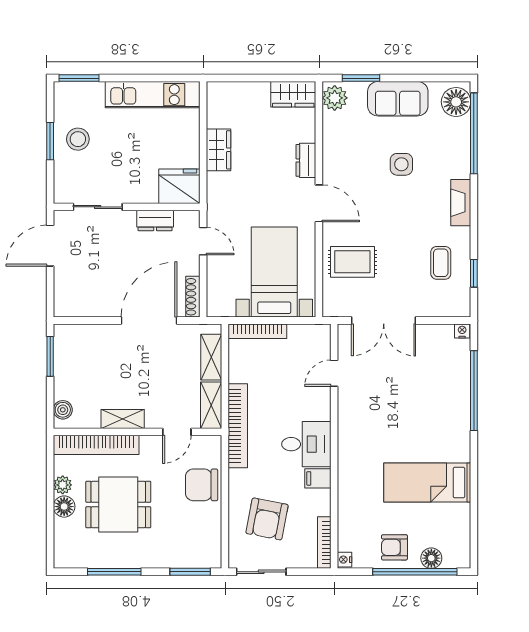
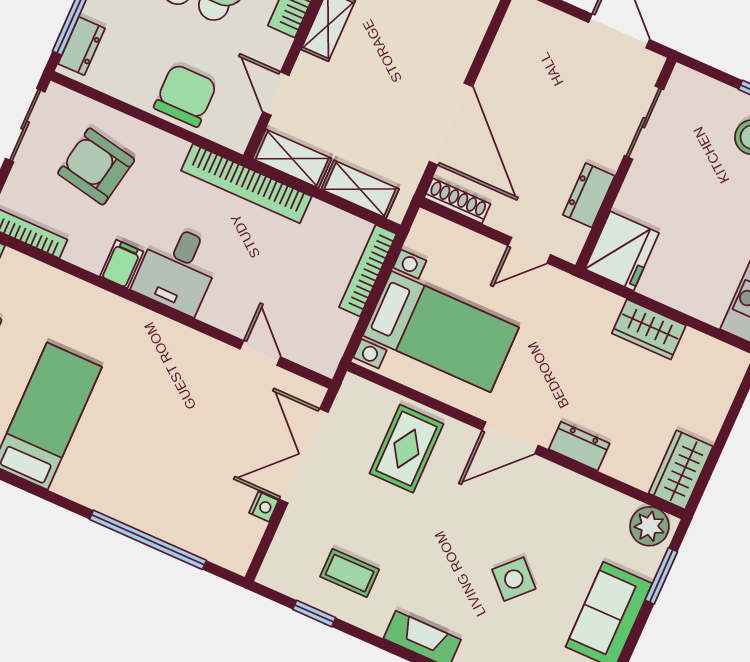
side table: (401, 164) -> (514, 579), turned 45
nightstand: (462, 331) -> (264, 507), moved
dresser: (200, 559) -> (82, 46), added

